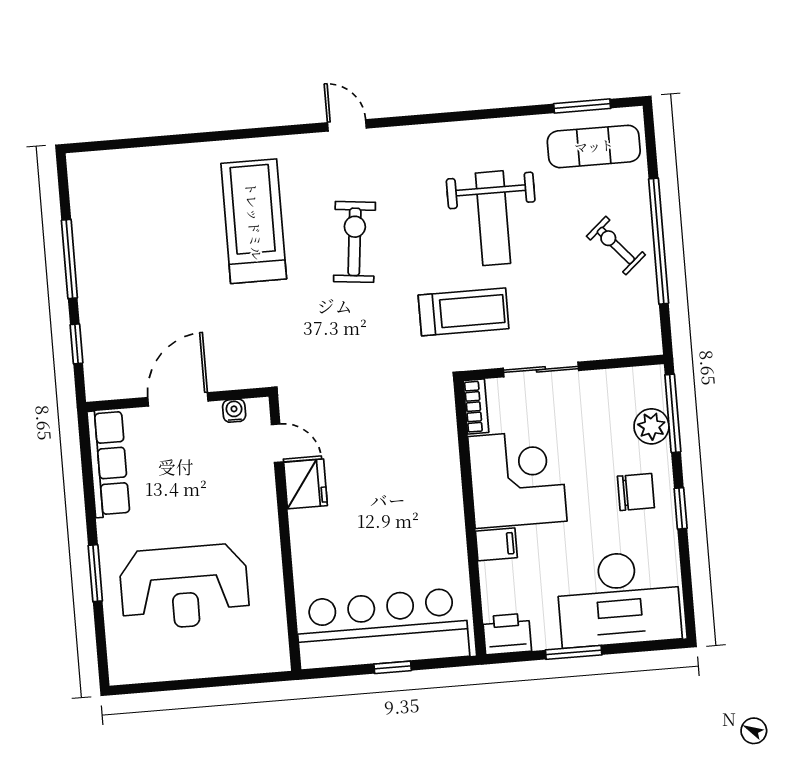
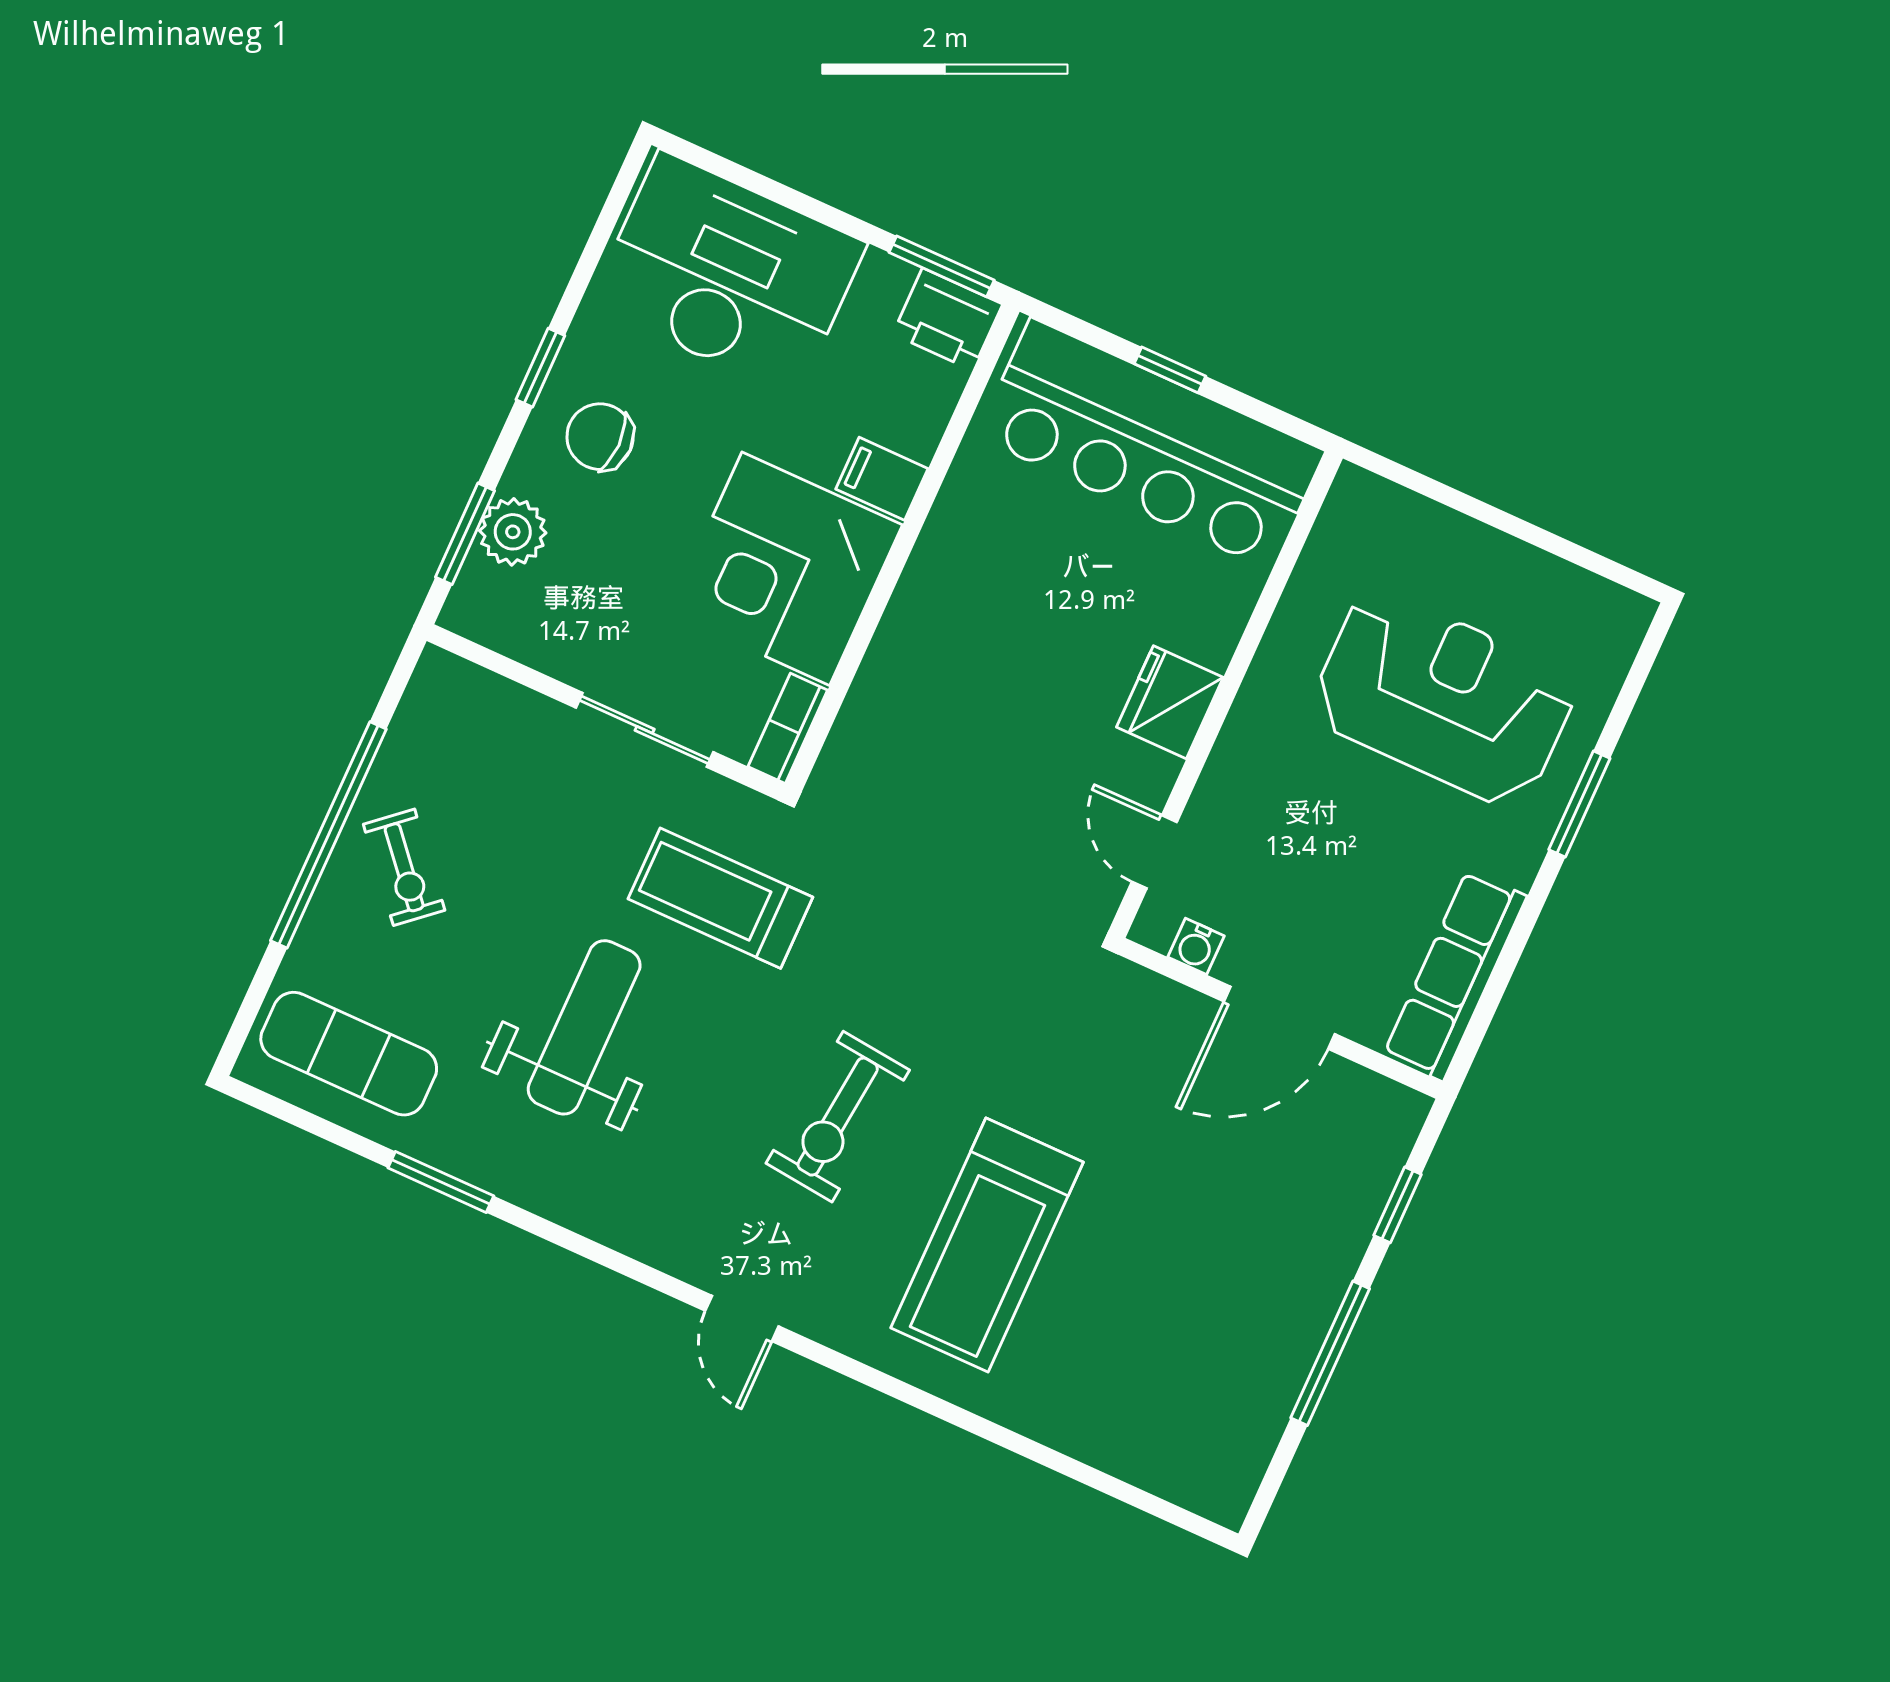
window: (582, 106) -> (441, 1182), moved
window: (673, 413) -> (465, 534), width x0.69
fridge: (306, 484) -> (1170, 702), moved
window: (574, 652) -> (942, 266), moved

